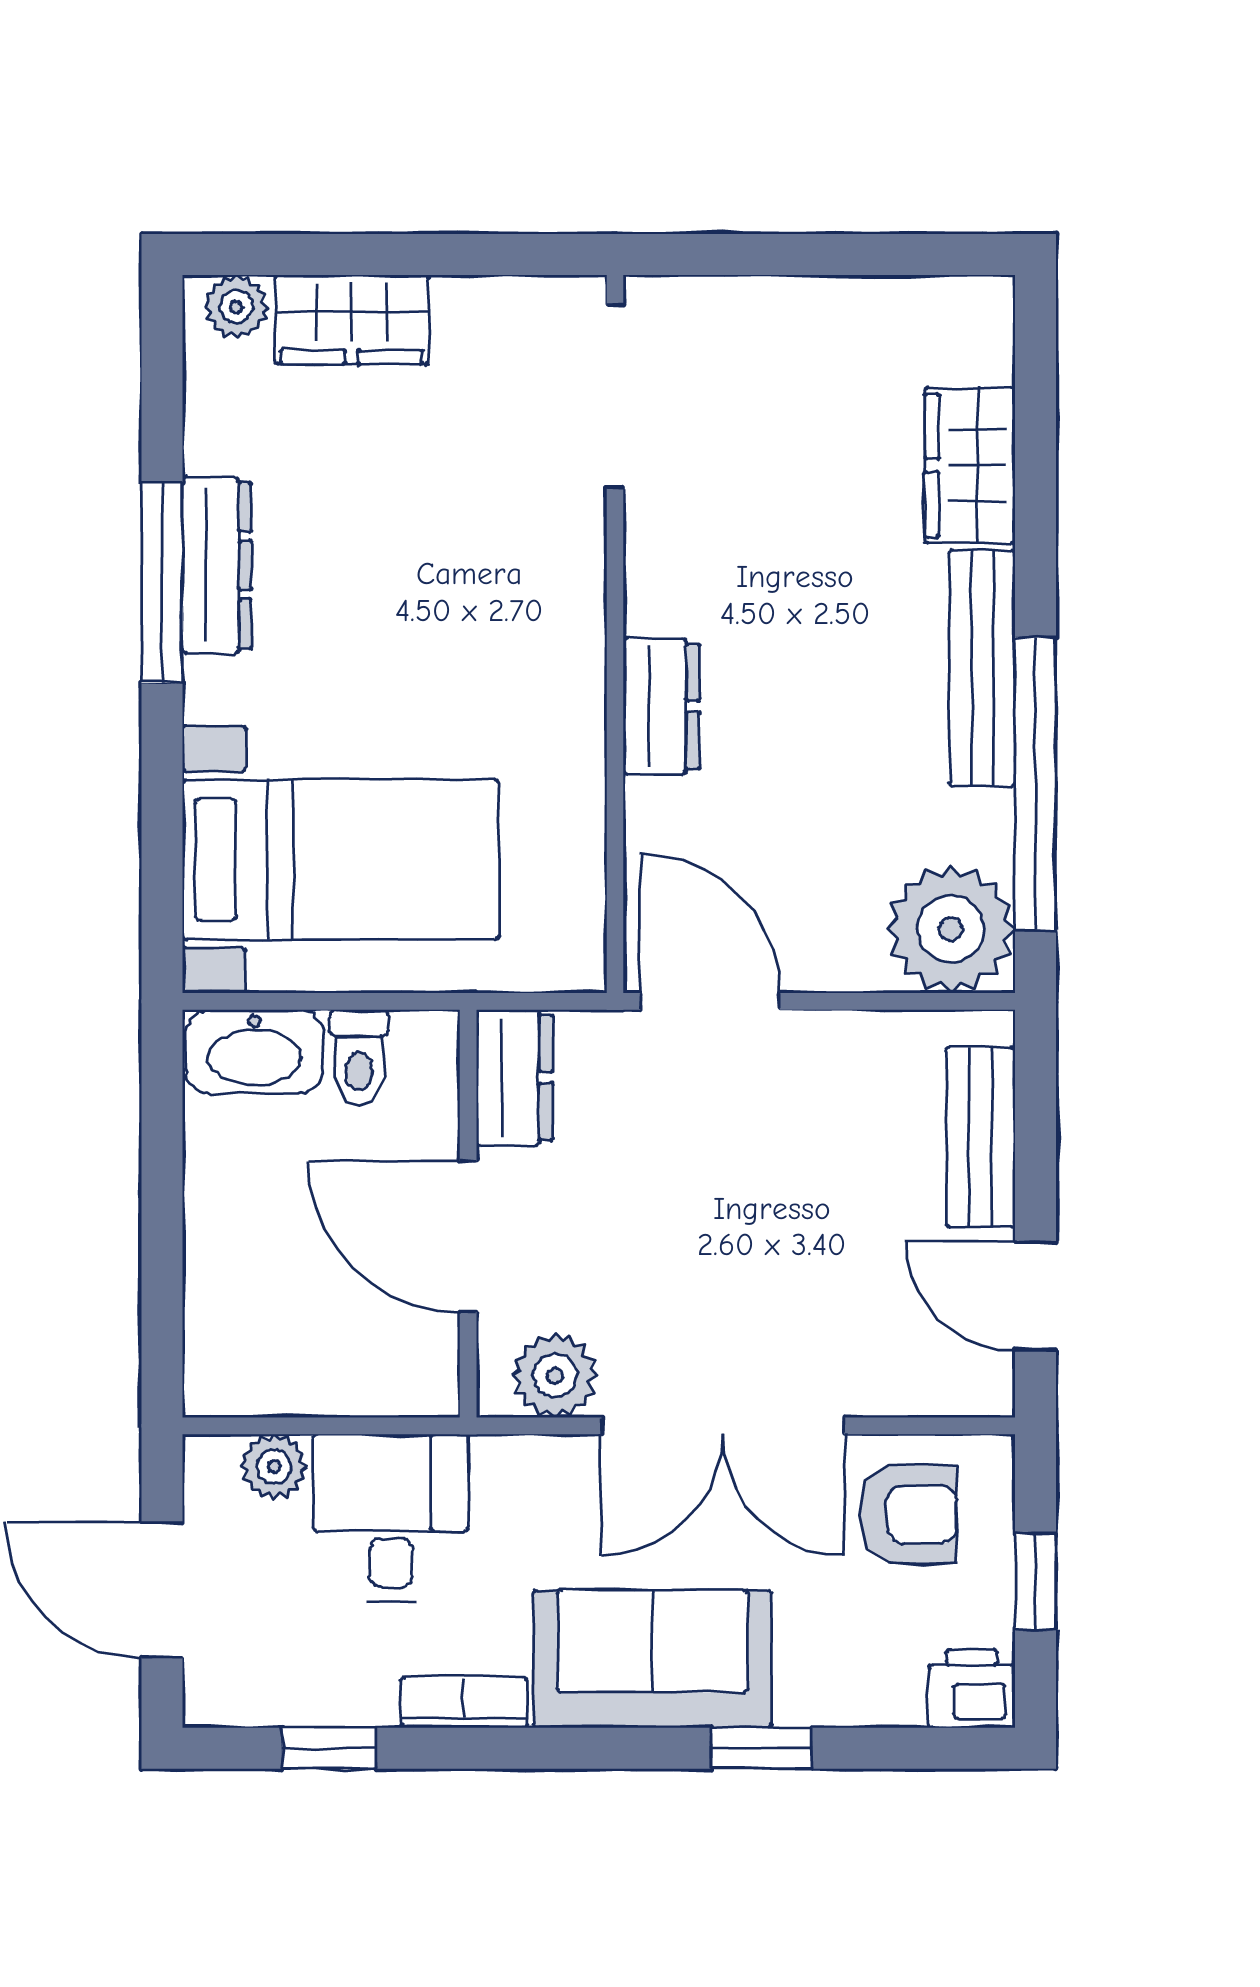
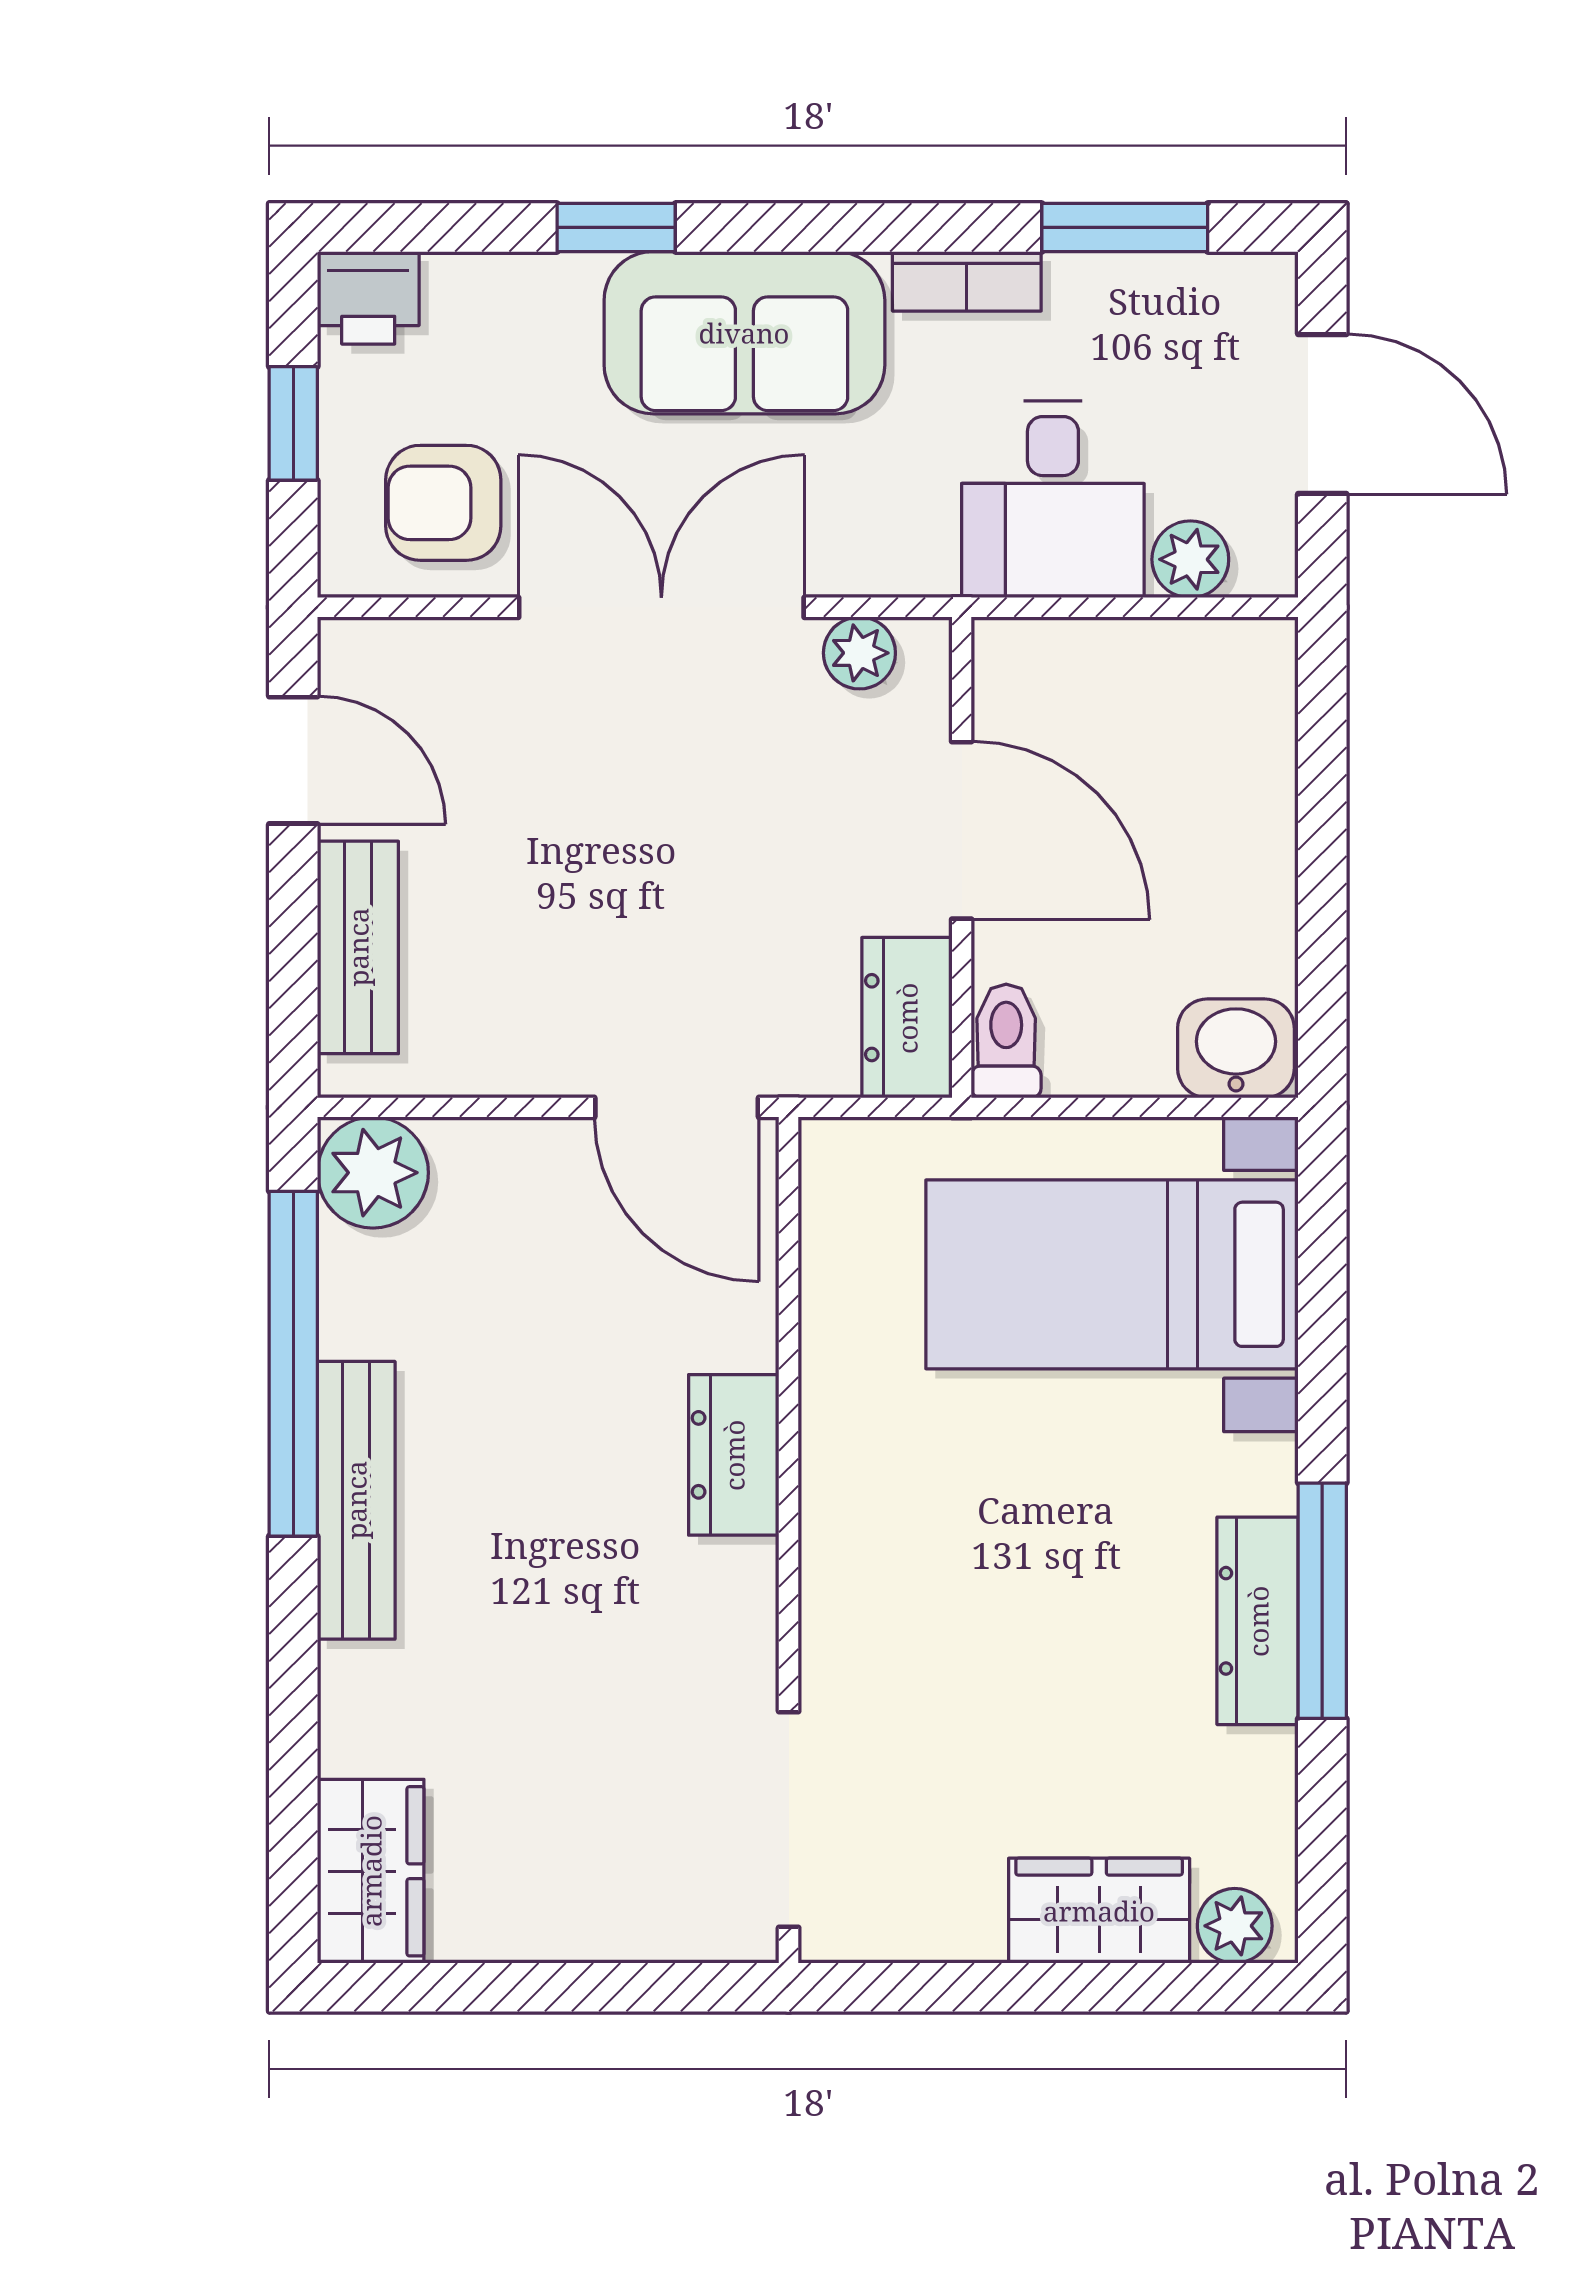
wardrobe: (970, 465) -> (371, 1871), moved
plant: (951, 929) -> (373, 1173), width x0.73, depth x0.73
washbasin: (254, 1051) -> (1236, 1048), width x0.72
toilet: (359, 1058) -> (1006, 1041), moved
plant: (555, 1376) -> (859, 653), width x0.73, depth x0.73
window: (330, 1748) -> (1125, 227), width x1.50

